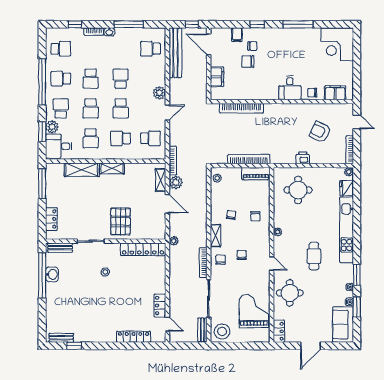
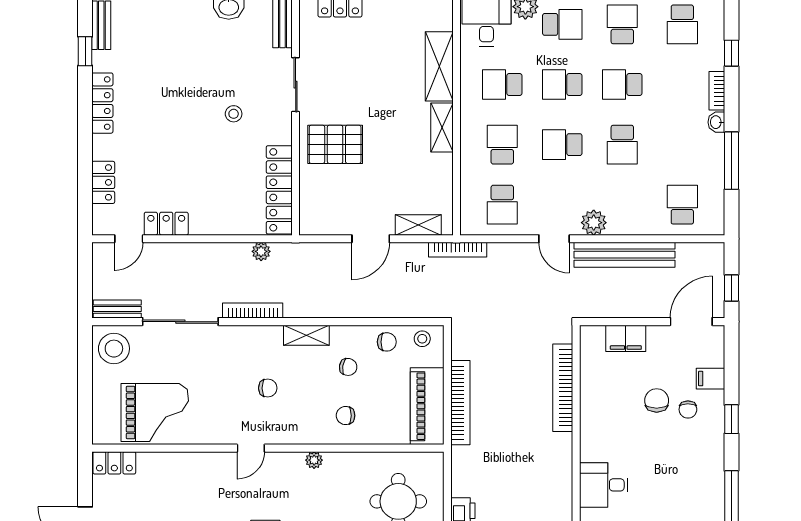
bench: (175, 53) -> (625, 255), moved
school desk: (121, 79) -> (622, 145), turned 90
piano: (256, 174) -> (427, 406), width x1.37, depth x1.33
plant: (176, 182) -> (414, 255), removed
plant: (174, 241) -> (261, 251), moved
chair: (221, 260) -> (387, 342), moved
round table: (290, 293) -> (191, 485), removed
locker: (100, 337) -> (102, 103), added
locker: (134, 337) -> (103, 182), width x0.66

